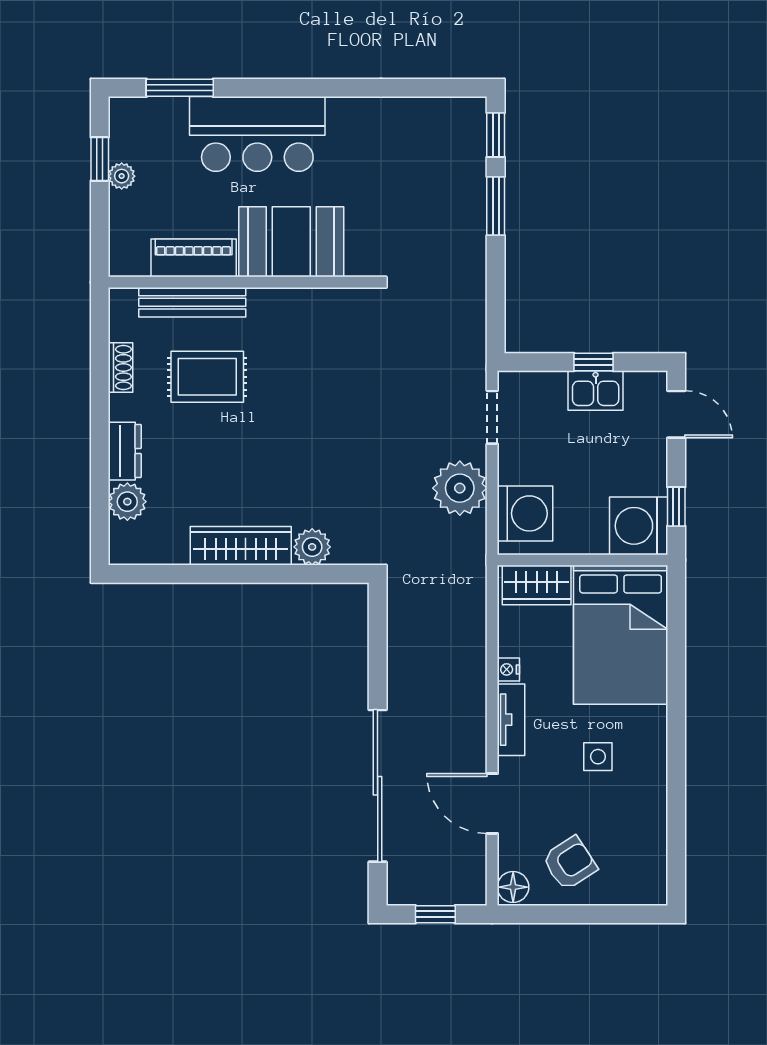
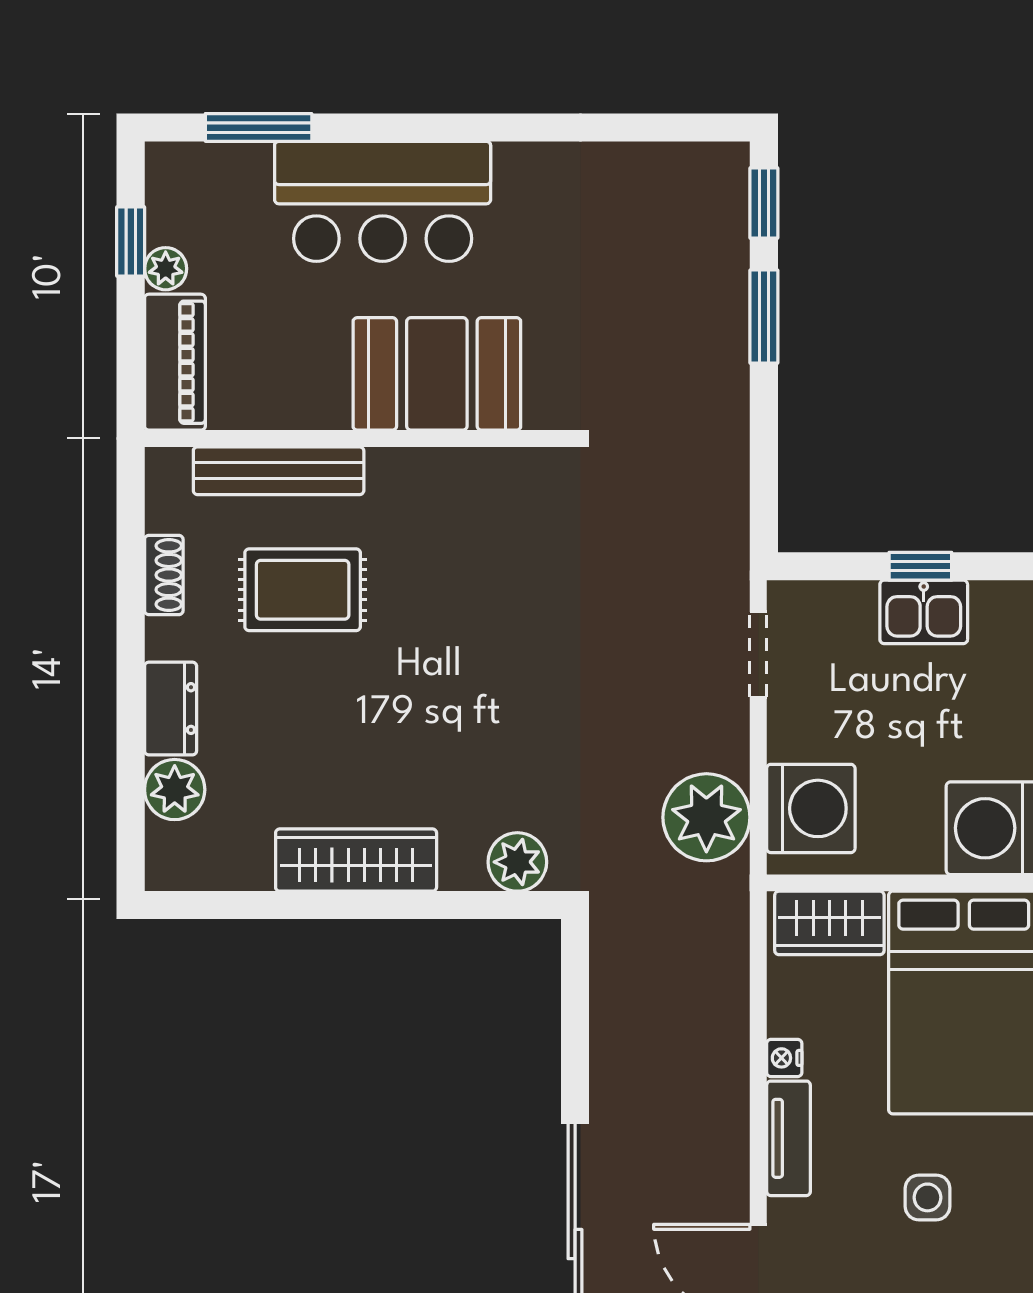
piano: (194, 258) -> (175, 362), moved, turned 90
plant: (460, 488) -> (706, 817), moved
plant: (312, 547) -> (517, 862), moved

